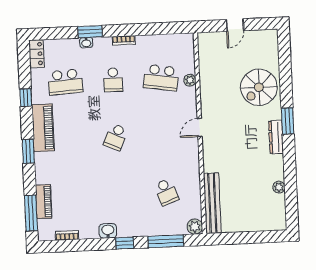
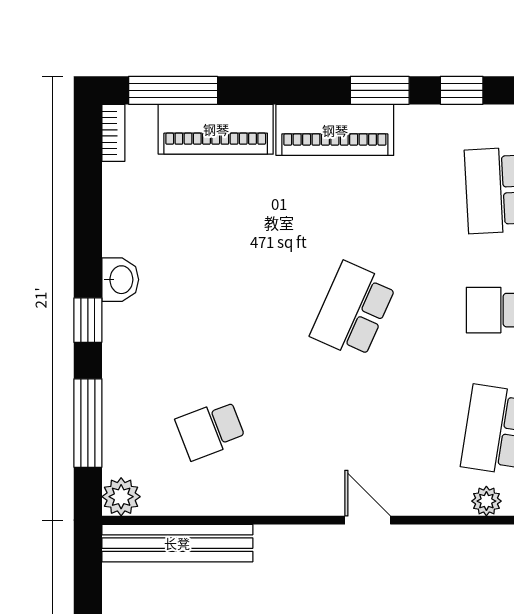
piano: (43, 128) -> (335, 130), moved
school desk: (116, 137) -> (353, 310), width x1.85
window: (28, 151) -> (380, 90), moved
piano: (44, 202) -> (216, 129), width x1.37, depth x1.33
bookcase: (67, 235) -> (113, 133), moved

